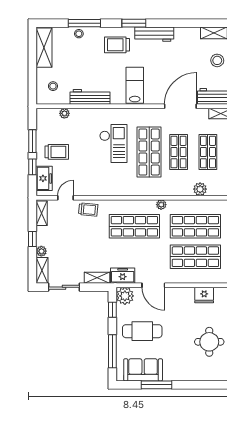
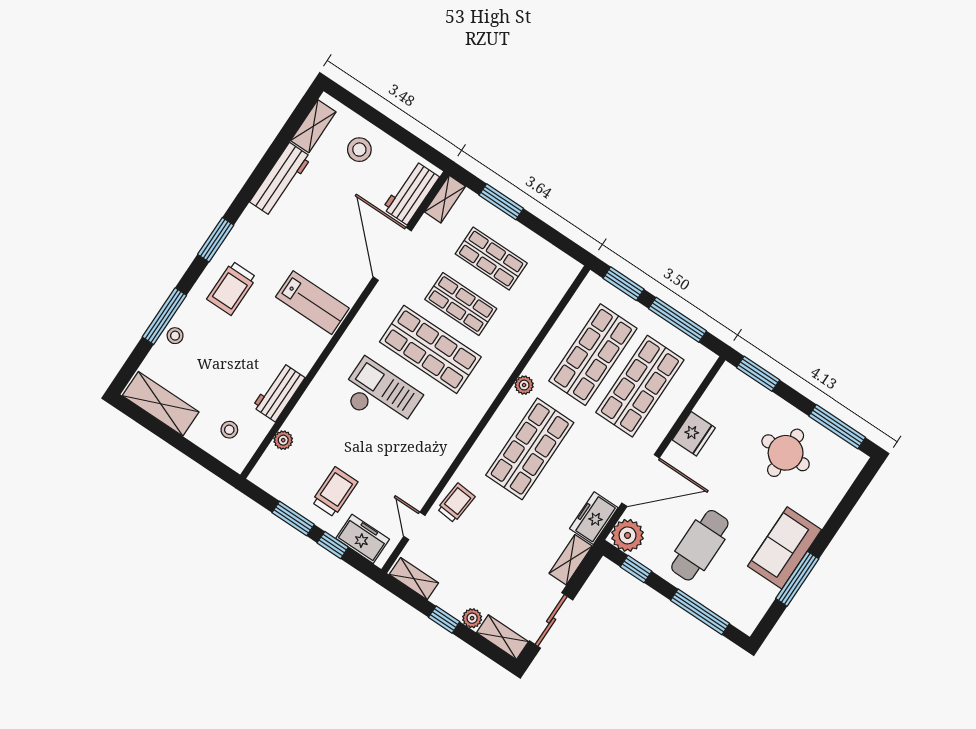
workbench: (154, 34) -> (281, 180), moved
lab bench: (135, 85) -> (312, 303), turned 180
workbench: (90, 97) -> (279, 392), width x0.73
plant: (200, 189) -> (540, 309), removed
door: (153, 285) -> (641, 480), width x1.36
fridge: (204, 295) -> (694, 434), moved
sofa: (143, 370) -> (785, 548), moved

